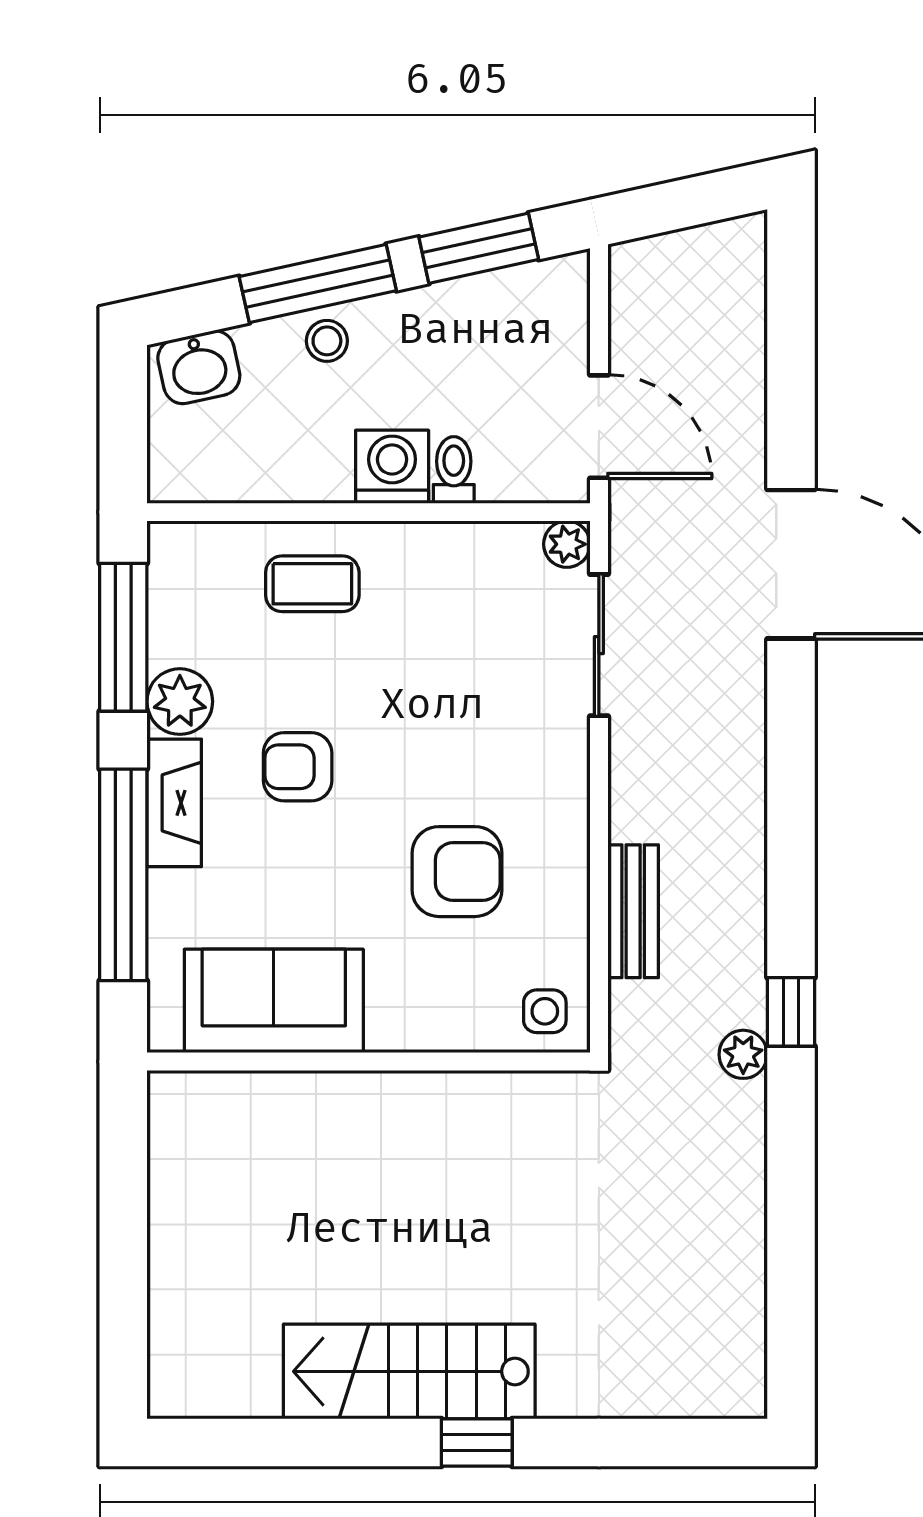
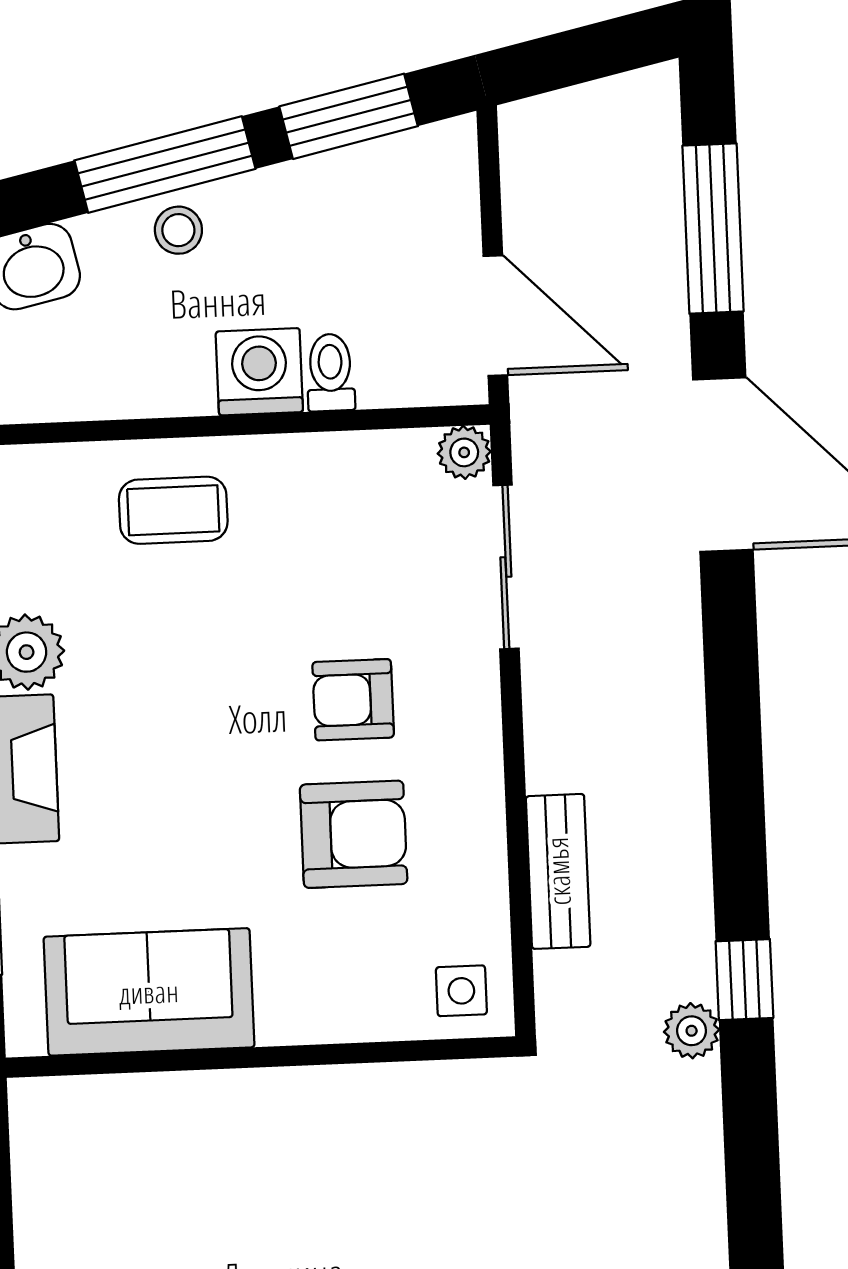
window: (791, 359) -> (713, 229), added
armchair: (298, 767) -> (353, 700), moved

